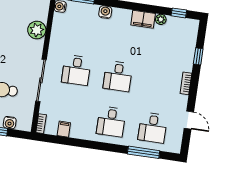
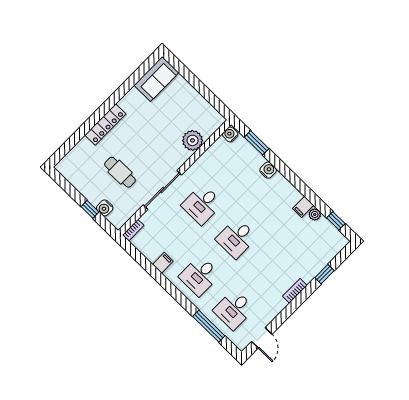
filing cabinet: (143, 19) -> (303, 207), width x0.50
door: (189, 120) -> (262, 338), moved
filing cabinet: (64, 129) -> (163, 263), moved

